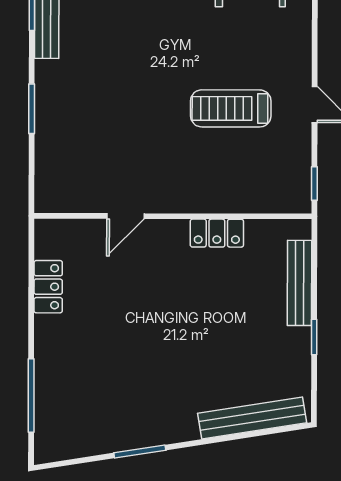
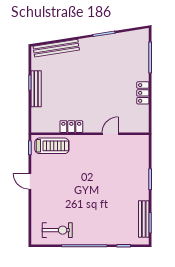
treadmill: (231, 108) -> (52, 146), moved
bench: (299, 283) -> (36, 89), moved
locker: (48, 287) -> (143, 93), moved

